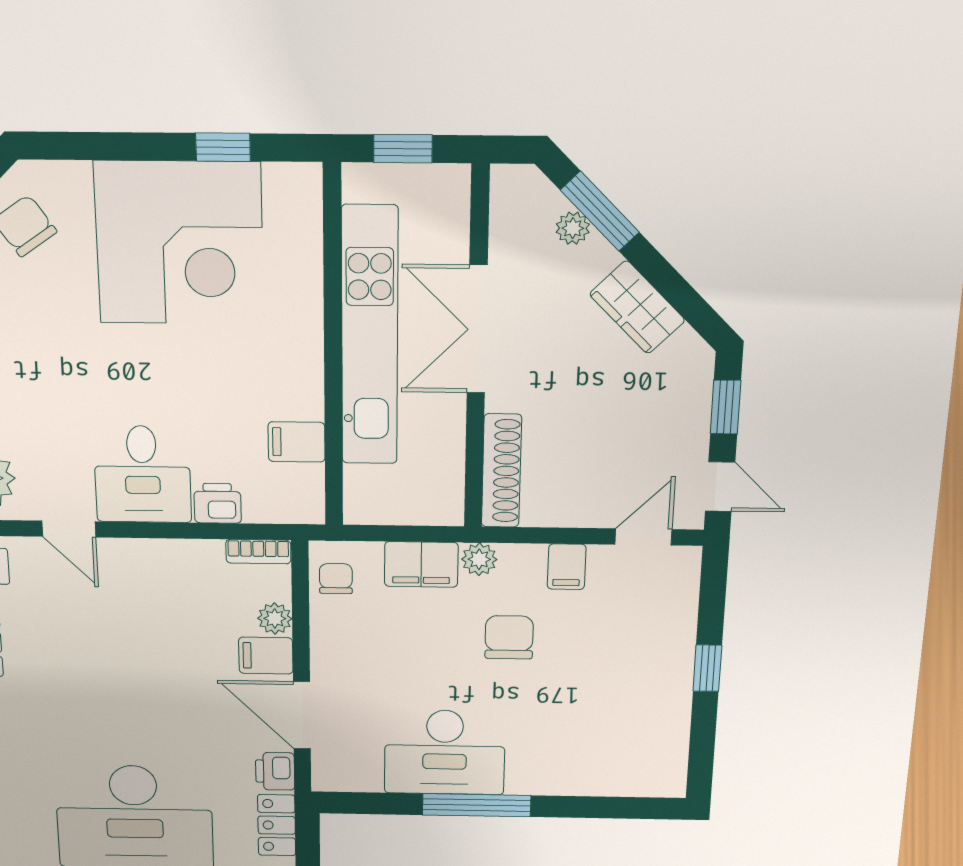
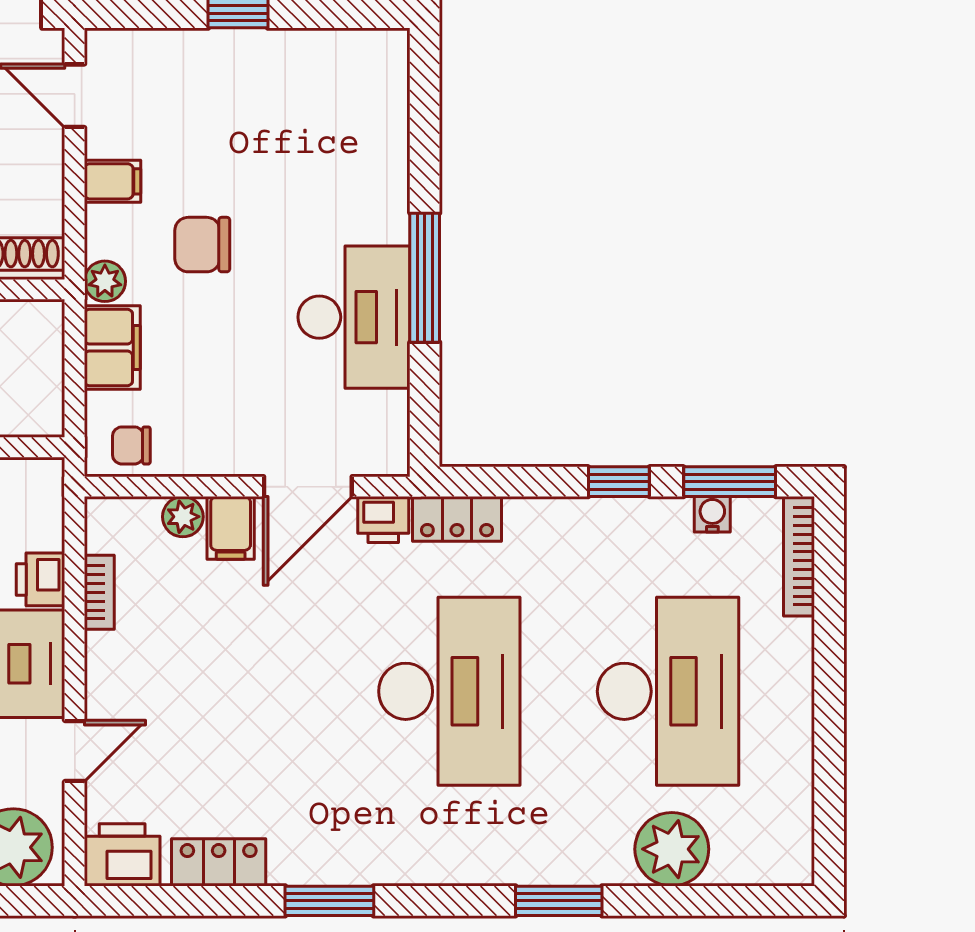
bookcase: (258, 552) -> (99, 592), moved

